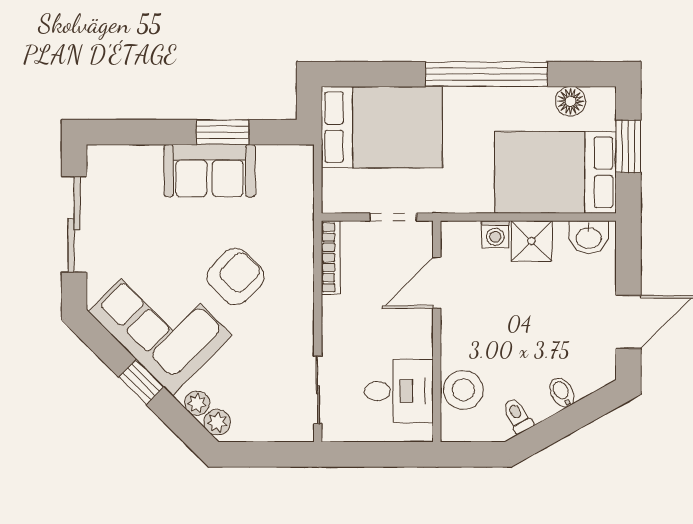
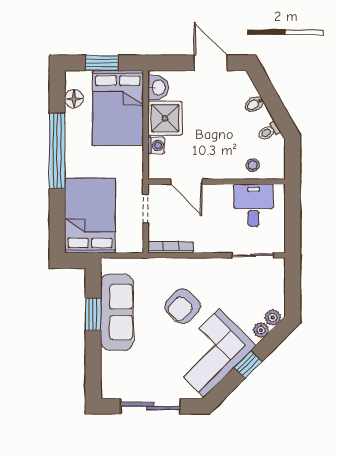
sofa: (210, 171) -> (117, 312), width x1.36
shower: (532, 241) -> (165, 118), width x1.36, depth x1.36
armchair: (236, 277) -> (183, 306), turned -91
stool: (463, 390) -> (253, 165), width x0.53, depth x0.53

